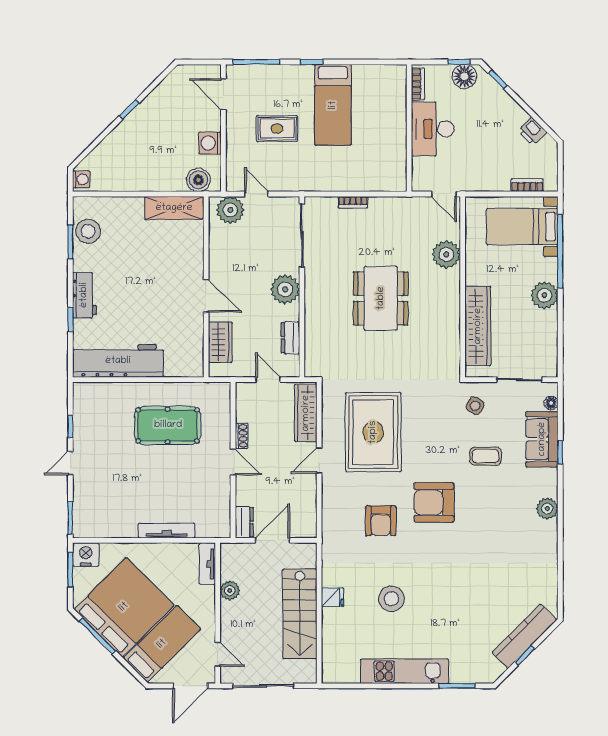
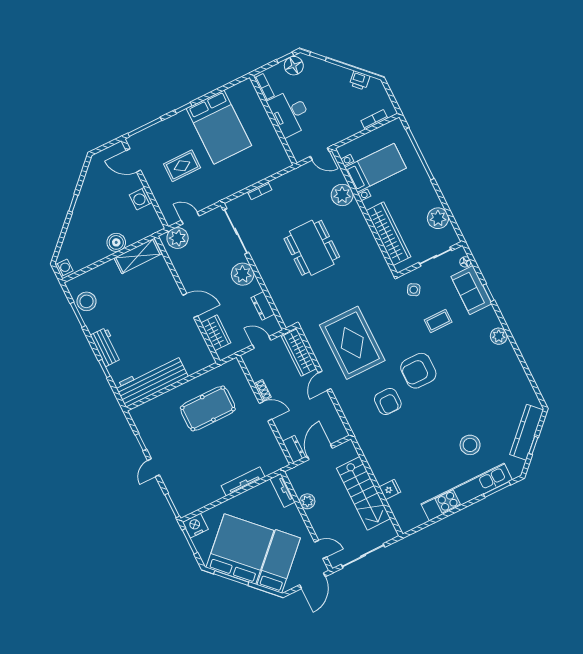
bed: (333, 105) -> (219, 127), width x1.50
boiler: (198, 180) -> (116, 242), moved
bed with nightstands: (522, 227) -> (375, 168), moved, turned 180
plant: (544, 295) -> (438, 218), moved
fridge: (333, 597) -> (390, 489), moved
stool: (391, 599) -> (470, 445), moved
kitchen unit: (405, 671) -> (467, 492), width x1.36

